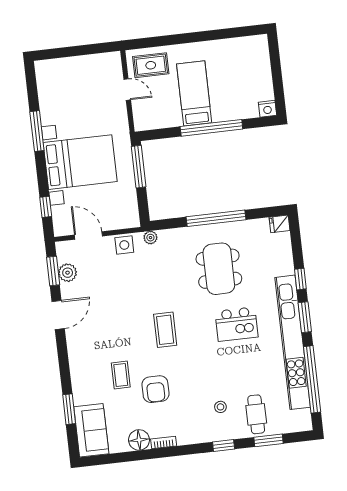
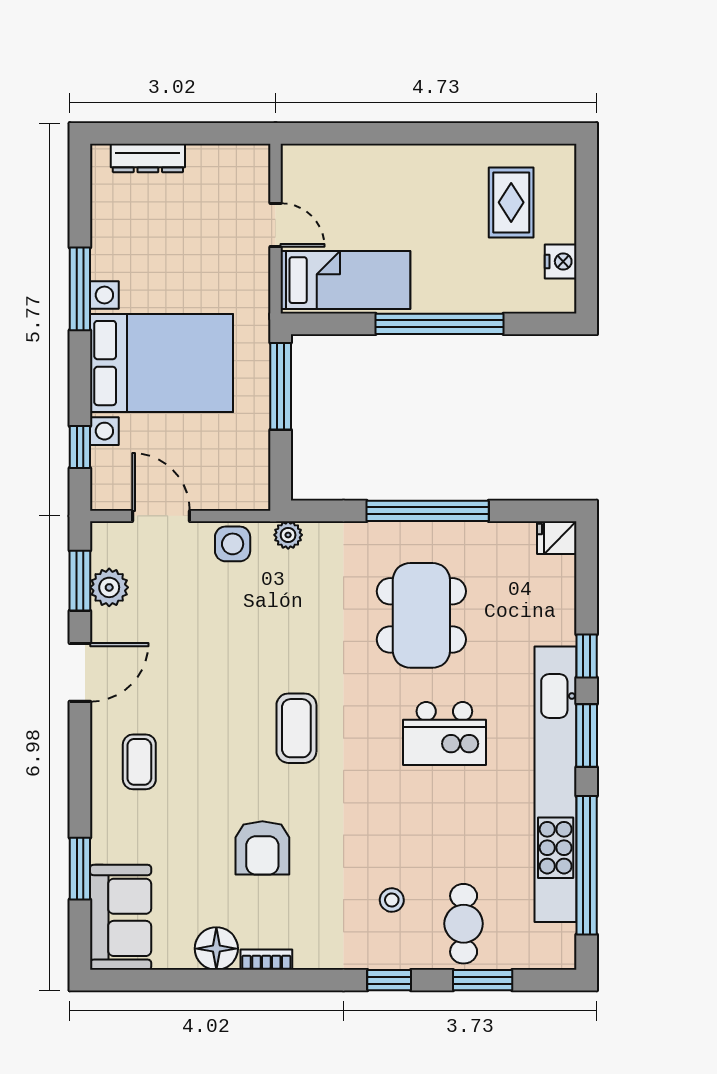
dresser: (62, 64) -> (148, 158), added
rug: (151, 65) -> (511, 202), moved, turned 90
bed: (194, 93) -> (345, 280), moved, turned 90
nightstand: (267, 109) -> (561, 261), moved, turned -90
coffee table: (121, 375) -> (139, 762), moved

